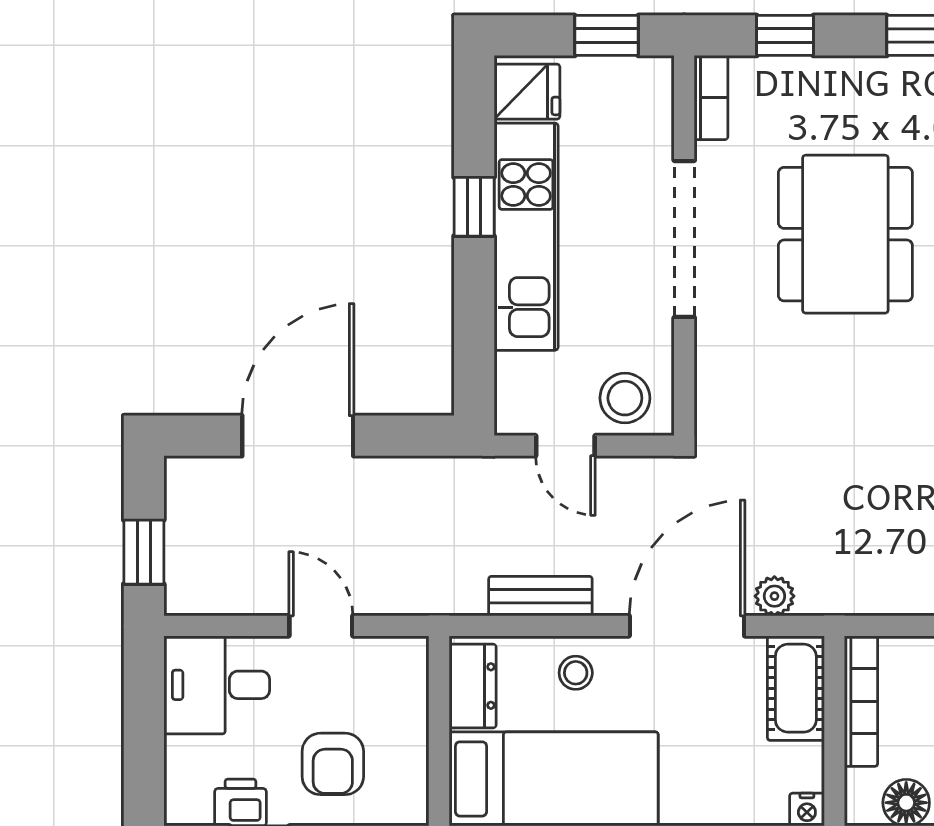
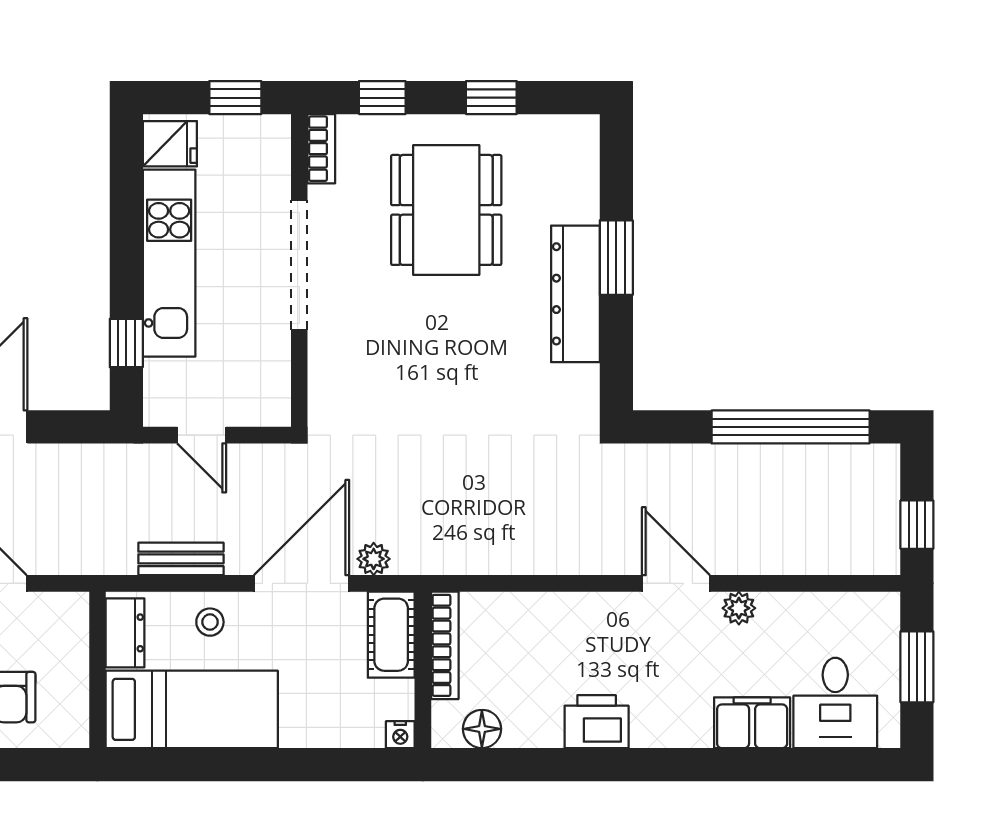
window: (474, 207) -> (126, 343), moved
dining table: (845, 234) -> (446, 210), moved
stool: (625, 398) -> (250, 396), removed

